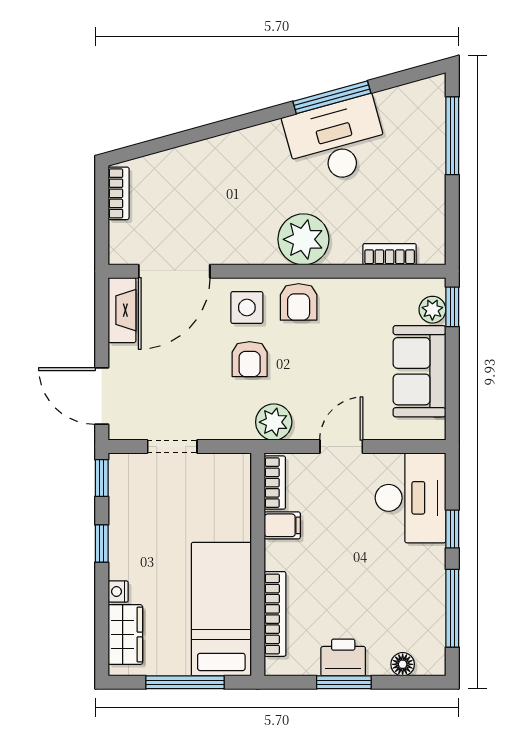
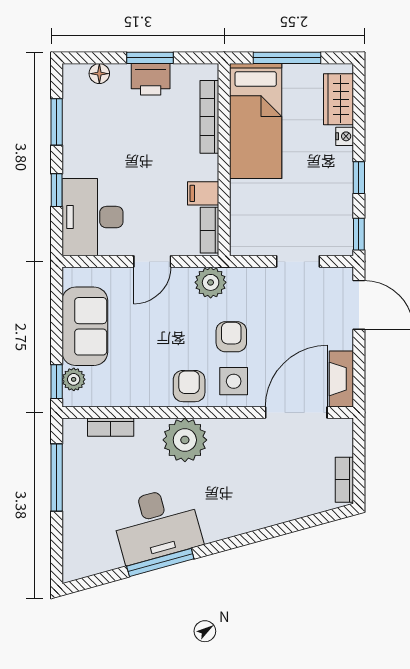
window: (452, 136) -> (57, 478), moved
window: (452, 608) -> (57, 122), width x0.69

